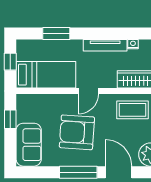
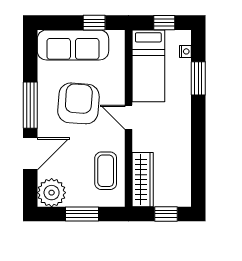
nightstand: (133, 44) -> (185, 51), moved
tv unit: (105, 45) -> (184, 138), removed
sofa: (29, 145) -> (73, 45), width x1.36

